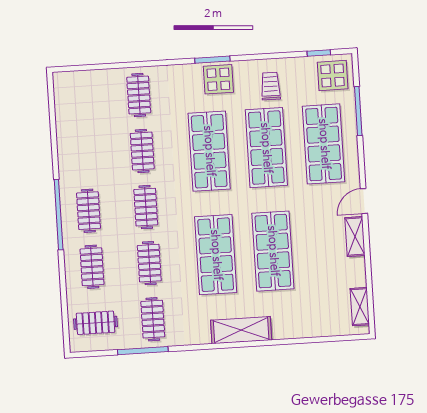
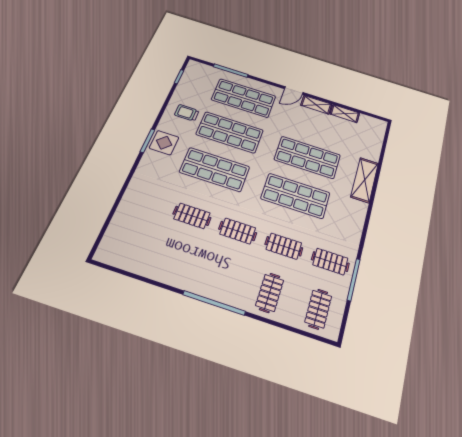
display table: (333, 76) -> (199, 75), removed
clothes rail: (139, 95) -> (146, 201), removed
door: (364, 201) -> (294, 91), hinge flipped
clothes rail: (88, 211) -> (221, 277), removed
clothes rail: (92, 267) -> (270, 293), turned 90
shelving: (360, 307) -> (345, 114), moved
shelving: (241, 330) -> (365, 180), moved

